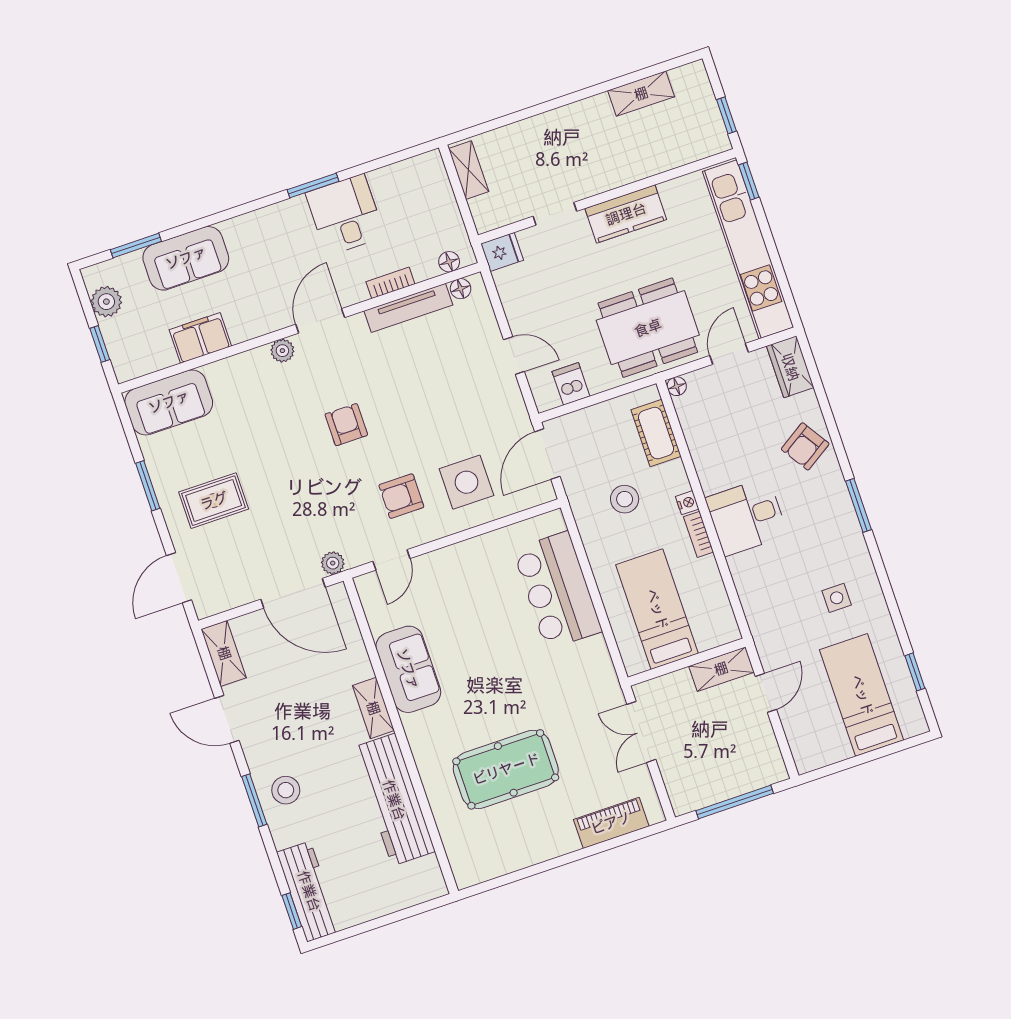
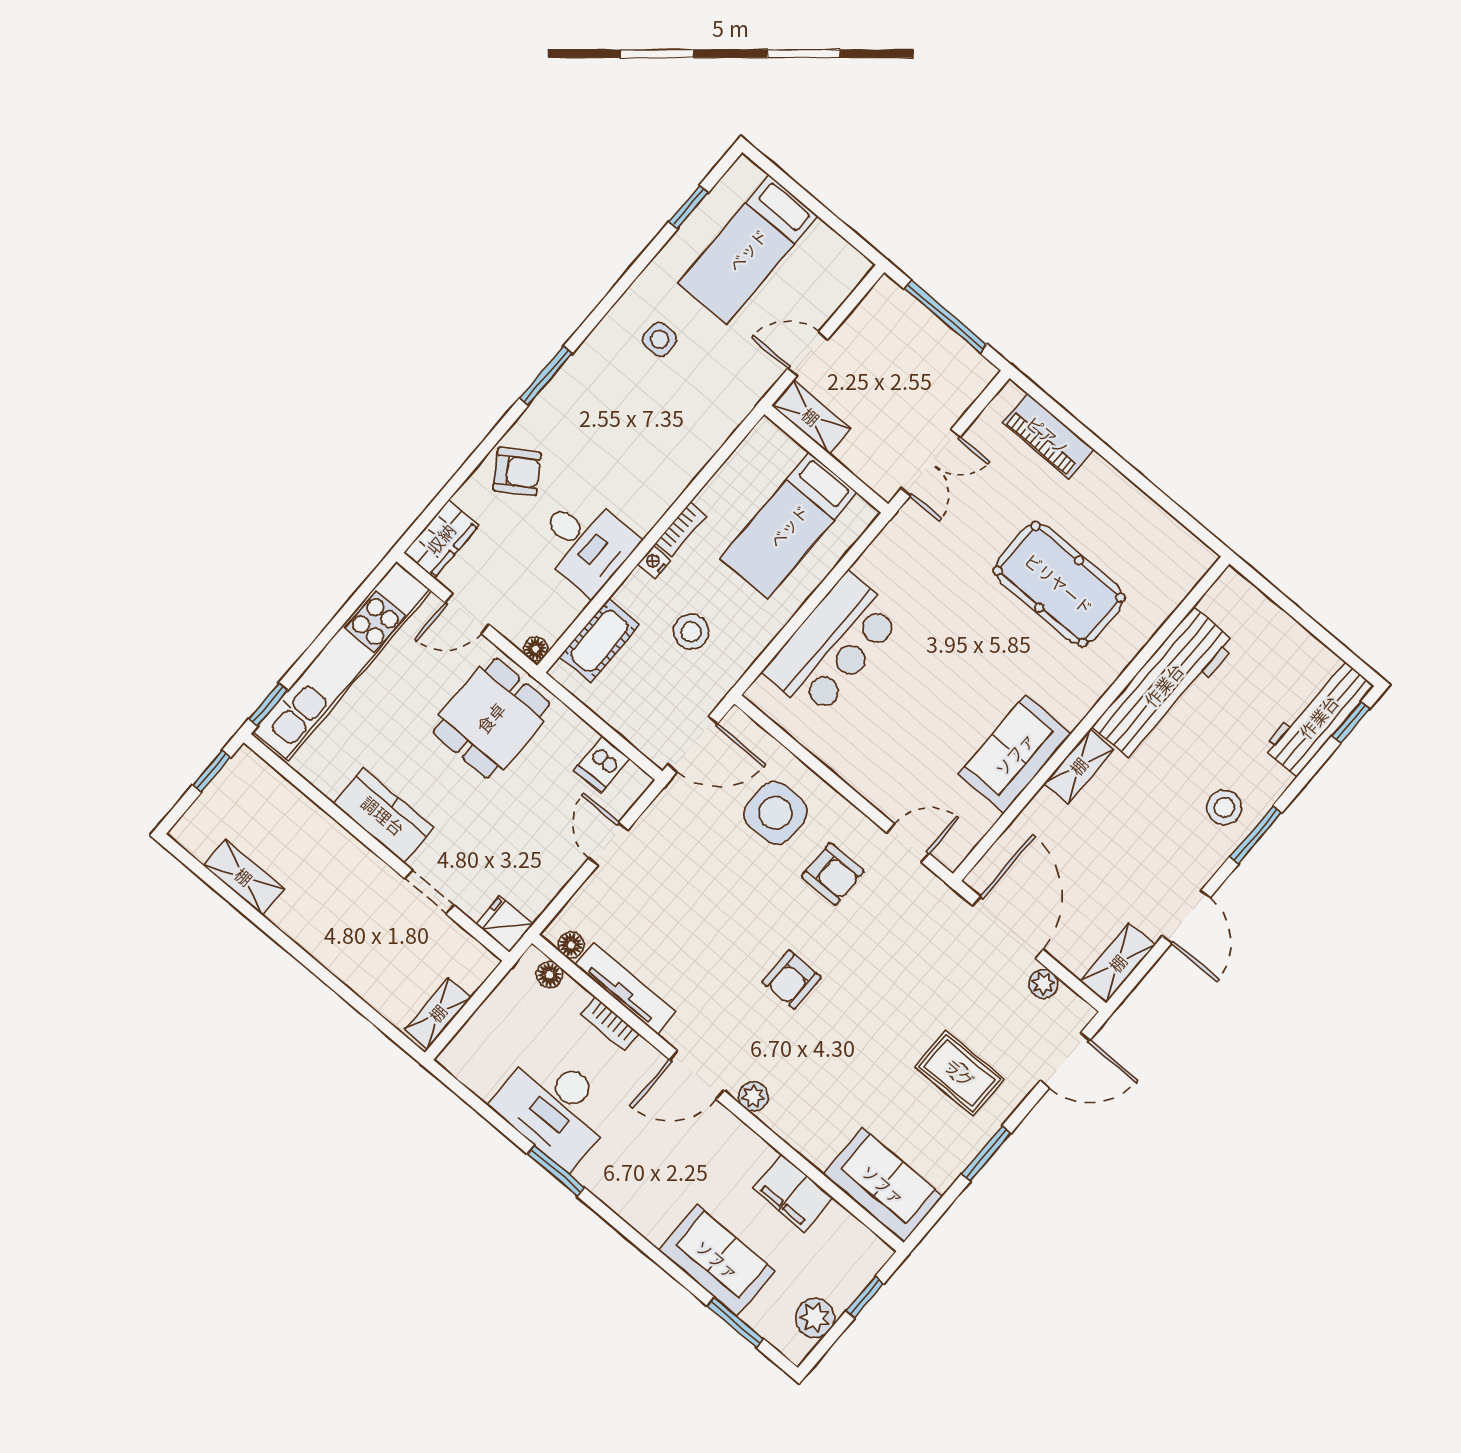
desk: (345, 215) -> (555, 1108), width x1.37
dining table: (648, 328) -> (491, 718), width x0.73
desk: (747, 517) -> (585, 543), moved
plant: (333, 563) -> (1043, 984), moved

